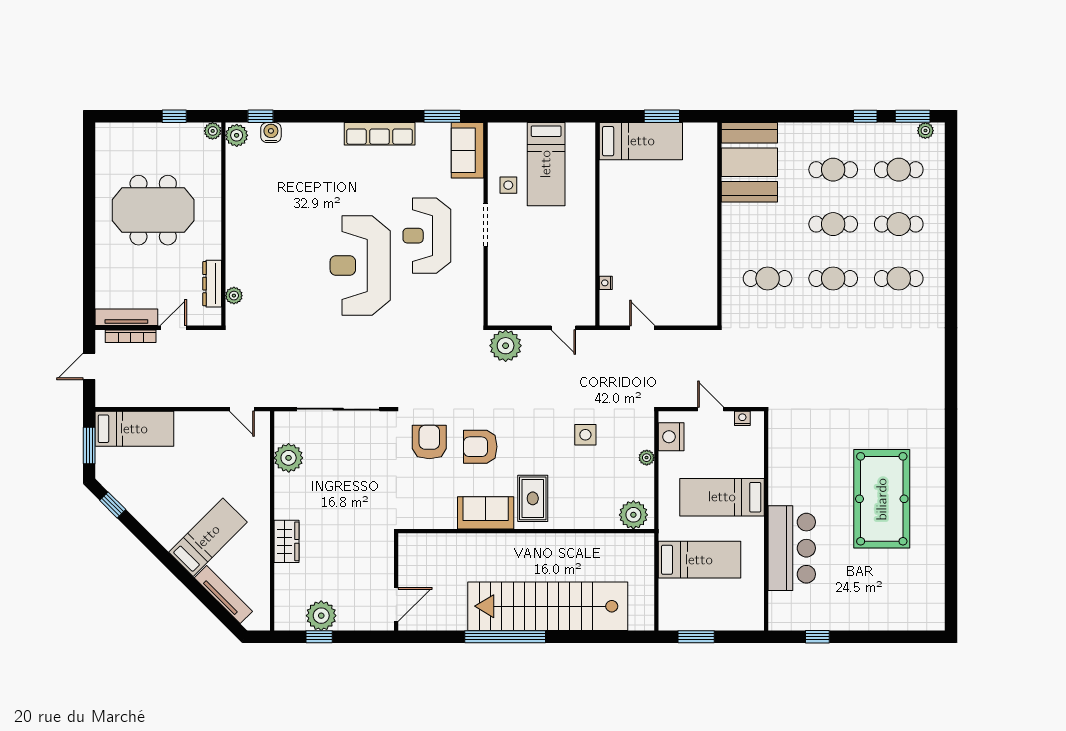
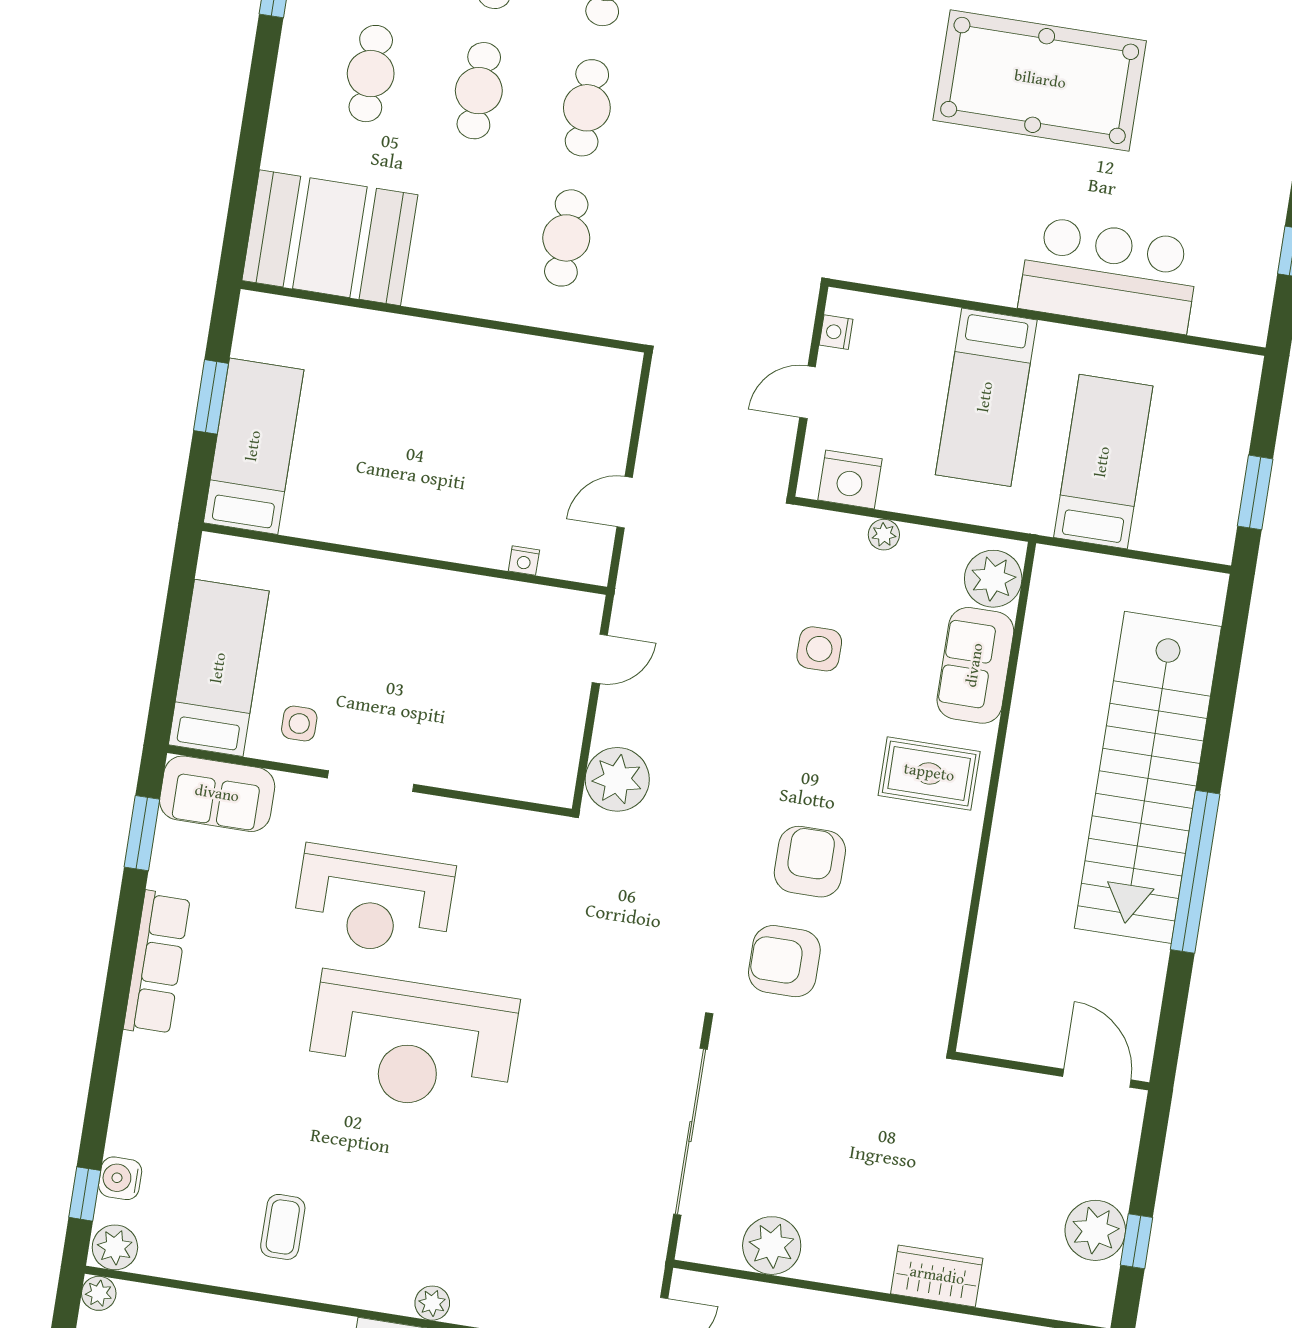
bed: (546, 164) -> (219, 668), moved, turned -90
coffee table: (260, 216) -> (283, 1227), added
armchair: (480, 447) -> (810, 862), turned 180
sofa: (486, 513) -> (975, 665), moved

